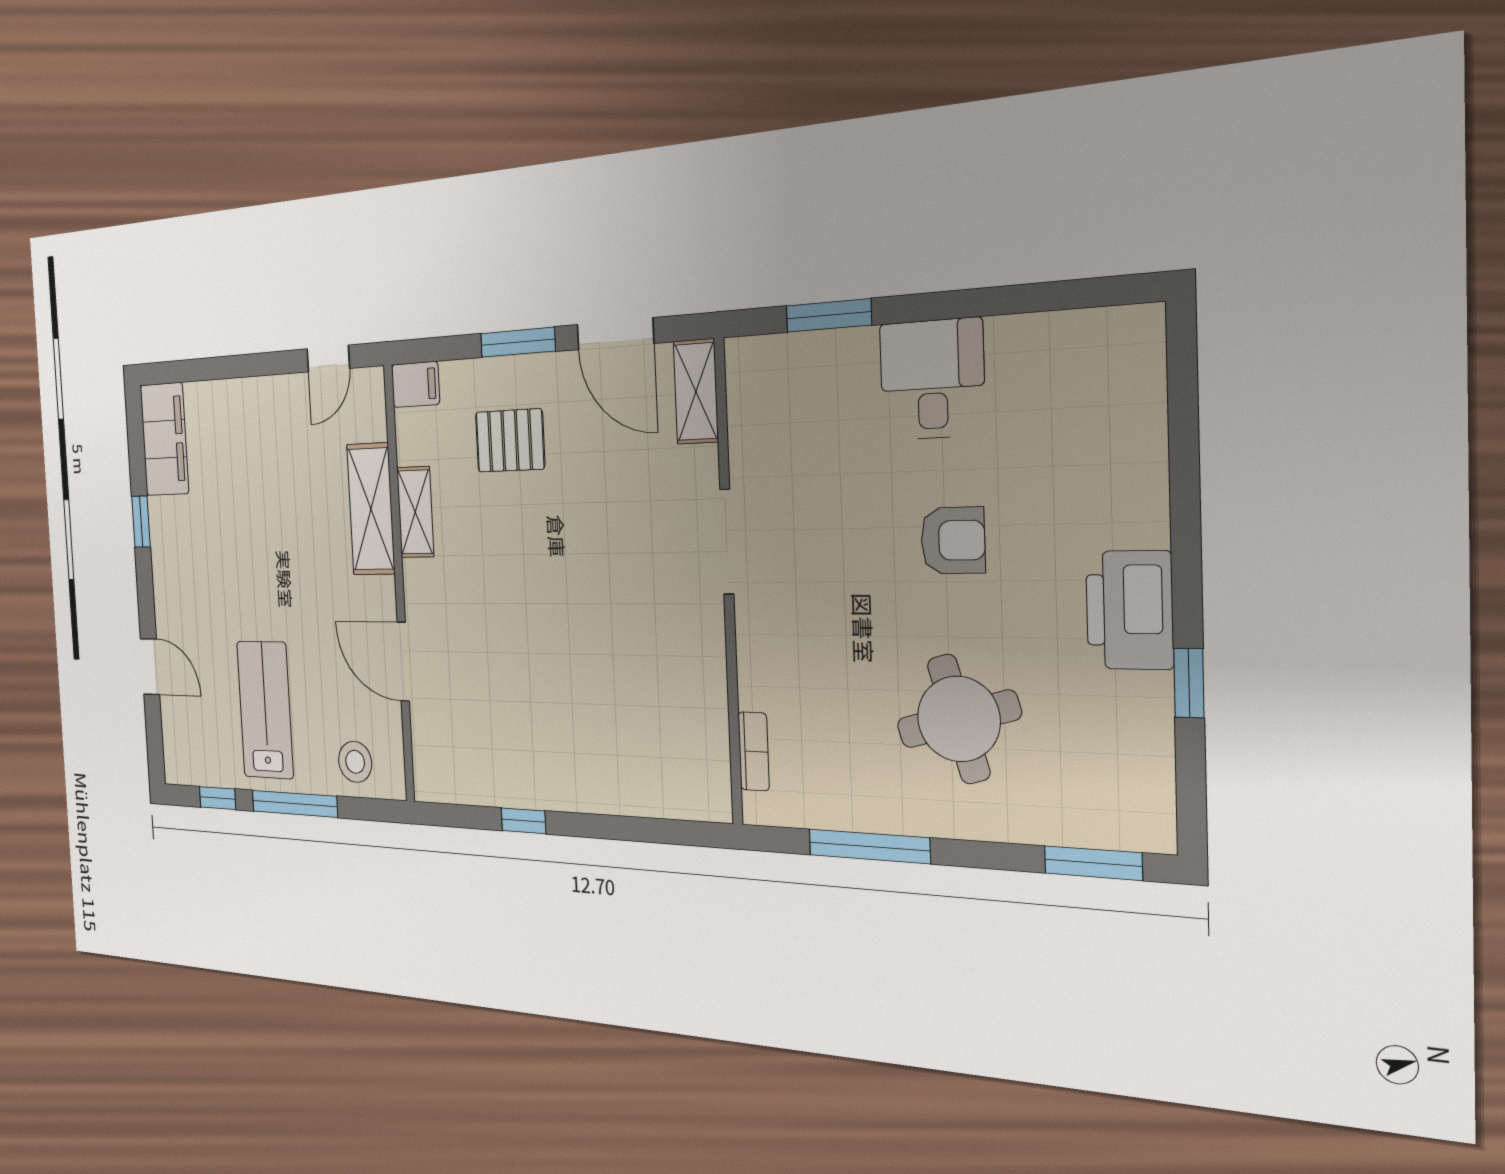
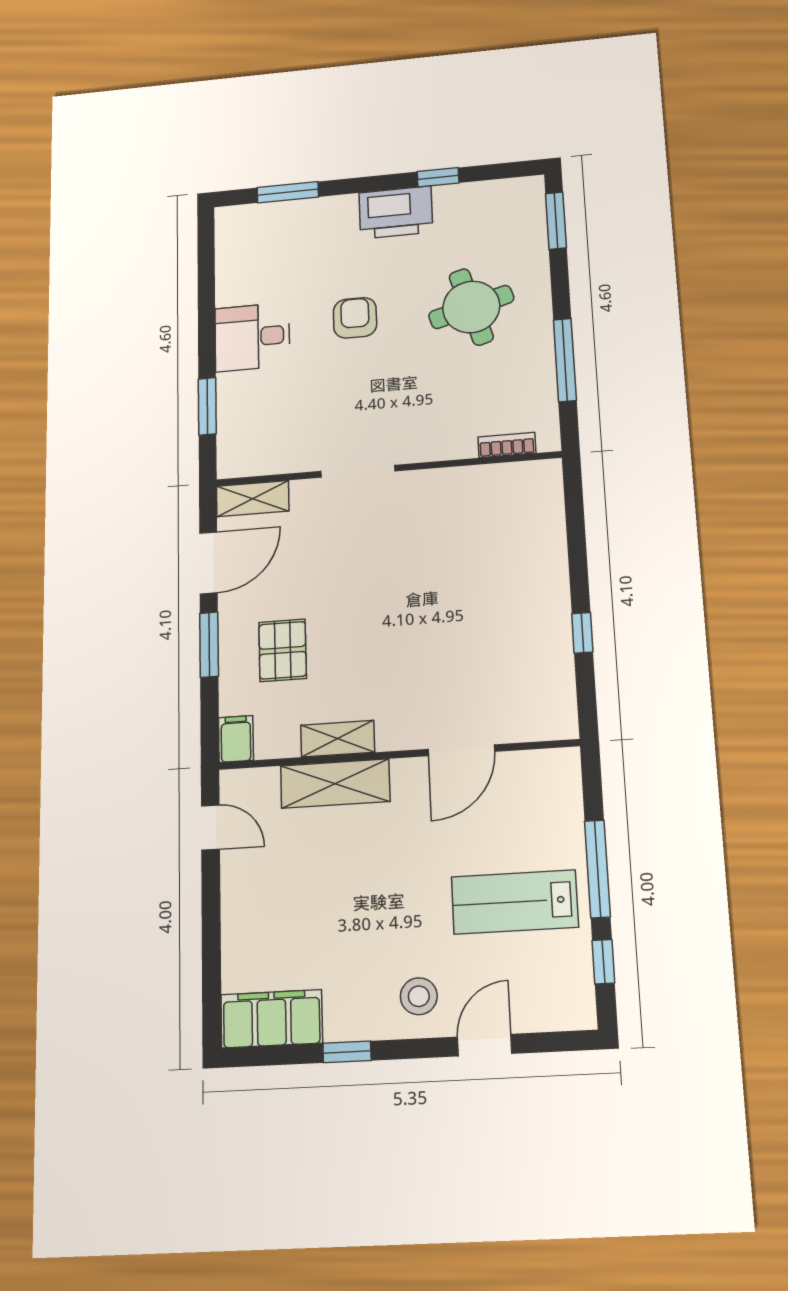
window: (1183, 428) -> (288, 192), added
stool: (355, 762) -> (419, 996), moved

